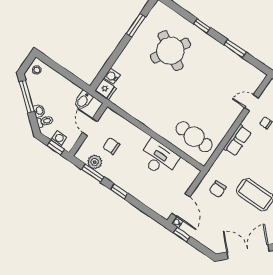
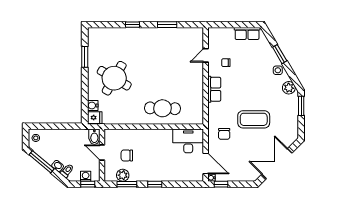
round table: (170, 51) -> (114, 78), moved
bidet: (83, 100) -> (94, 137), moved
cafe table: (194, 137) -> (163, 108), moved
desk: (159, 158) -> (188, 141), moved

